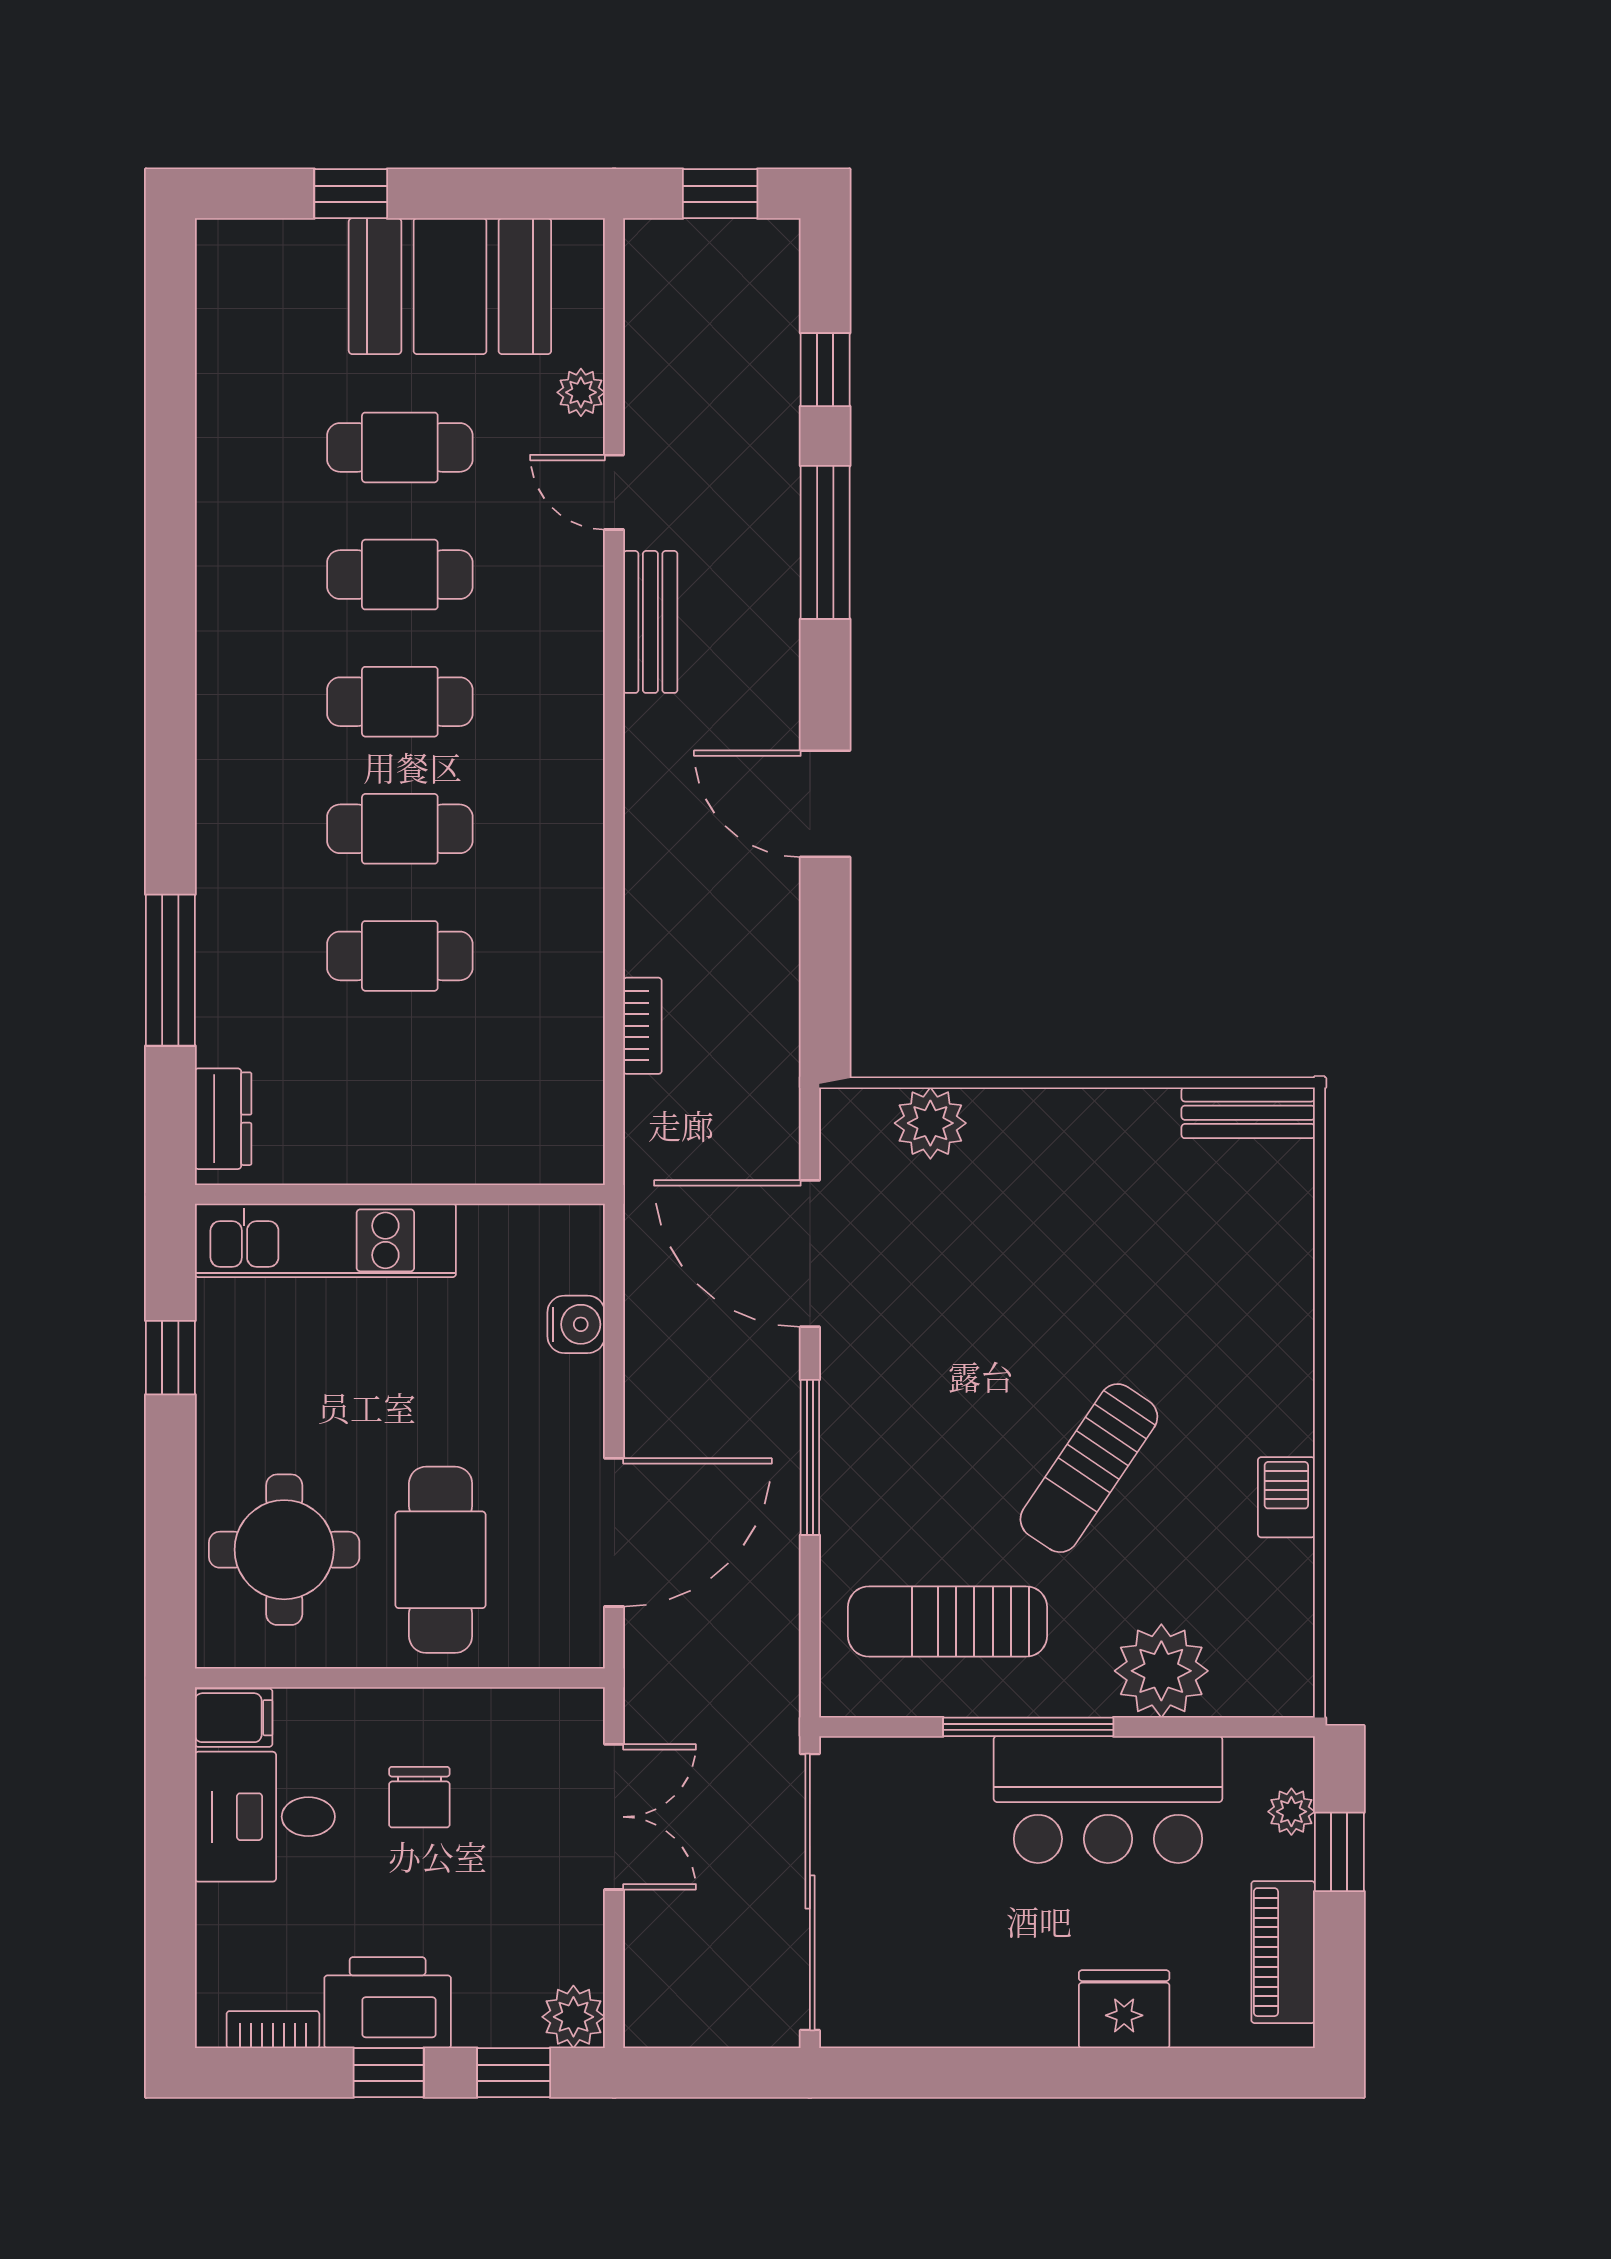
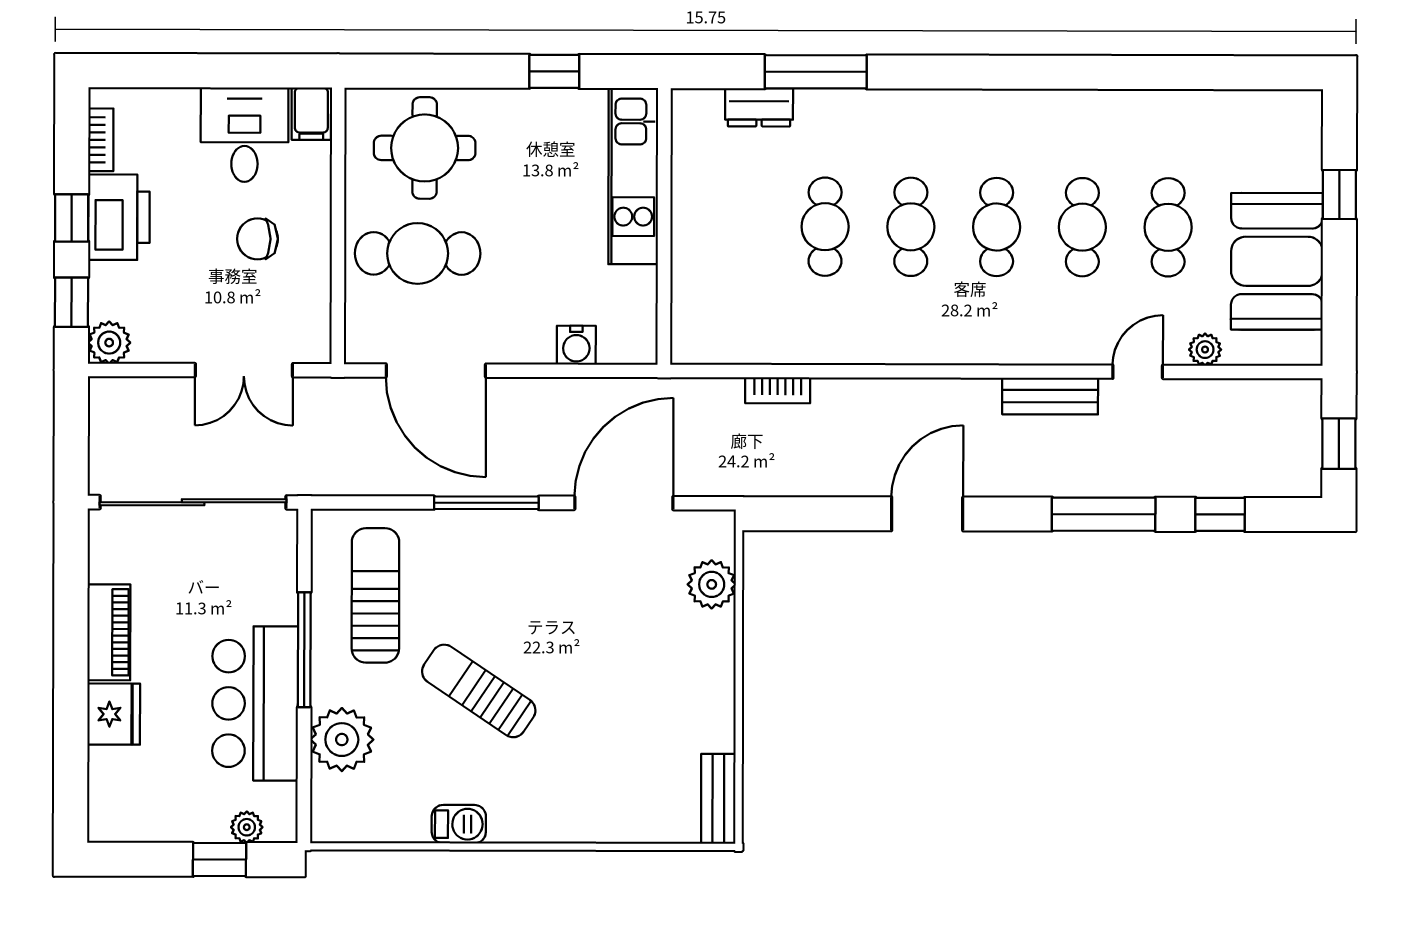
dresser: (223, 1119) -> (759, 107), moved
piano: (1283, 1952) -> (109, 632), moved, turned 90

